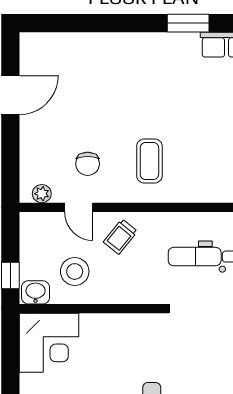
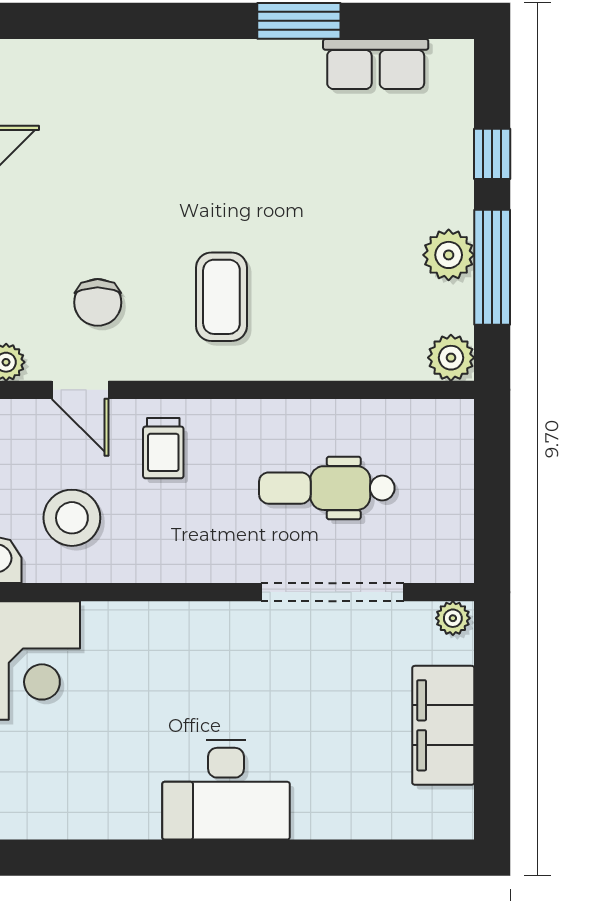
trolley: (120, 237) -> (163, 448), turned -39

